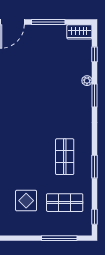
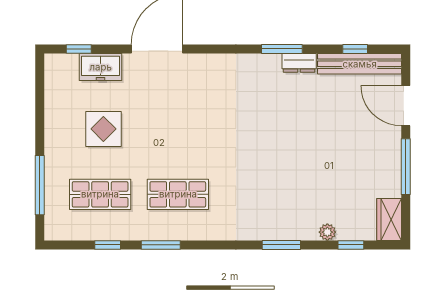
plant: (87, 81) -> (327, 232), moved
shop shelf: (65, 203) -> (100, 194), turned 90
window: (95, 217) -> (108, 245), moved

